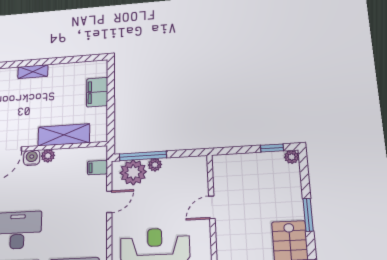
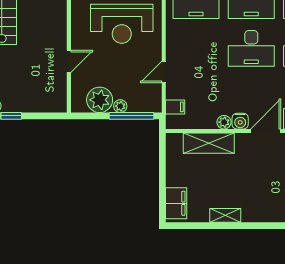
shelving: (33, 72) -> (225, 215), moved
filing cabinet: (97, 92) -> (176, 203), moved
plant: (133, 172) -> (100, 100), moved

